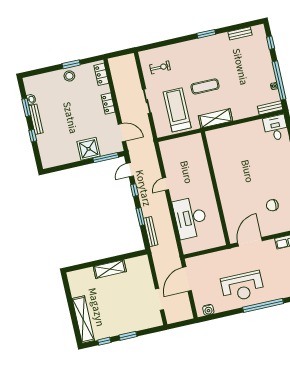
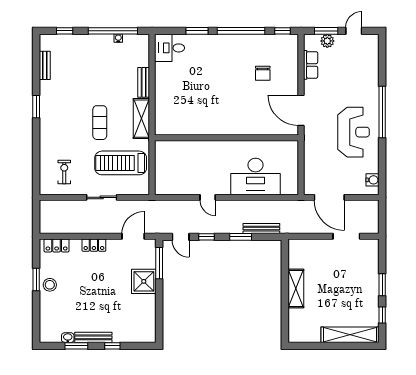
bench: (270, 108) -> (144, 82), moved

